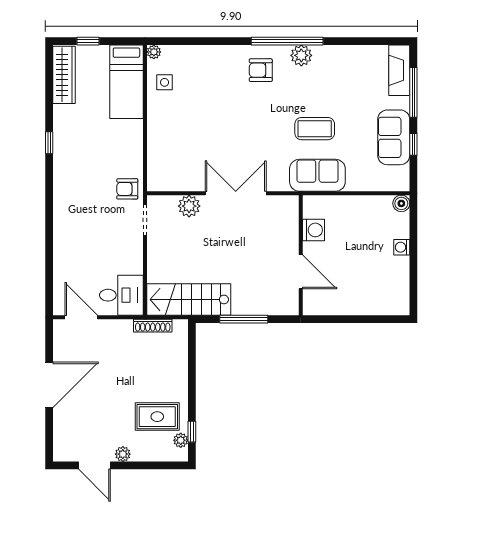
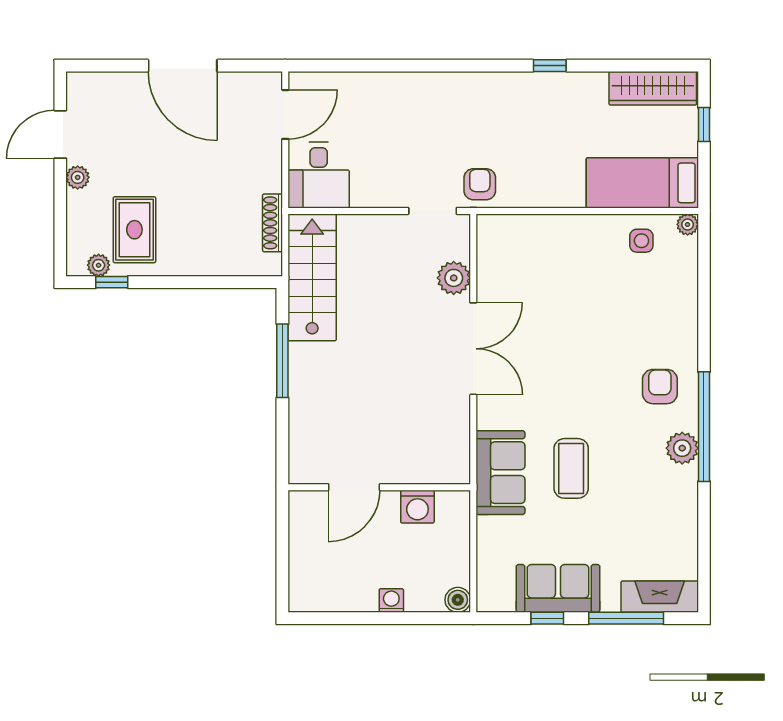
washing machine: (314, 230) -> (417, 507), moved
wall: (301, 255) -> (379, 487), moved
door: (301, 272) -> (354, 487), moved

